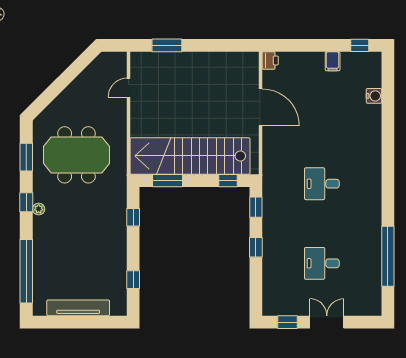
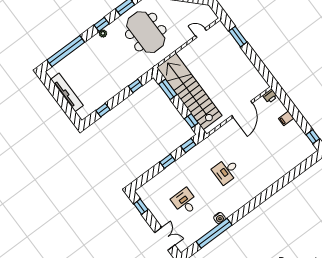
filing cabinet: (333, 61) -> (286, 118), moved
water cooler: (374, 96) -> (219, 218), moved
desk: (322, 184) -> (226, 171), turned -90
double door: (327, 322) -> (165, 239), moved

